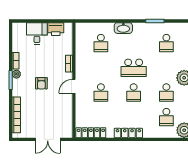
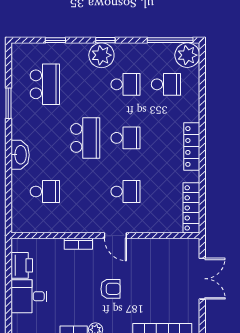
school desk: (166, 43) -> (45, 84), width x1.85

